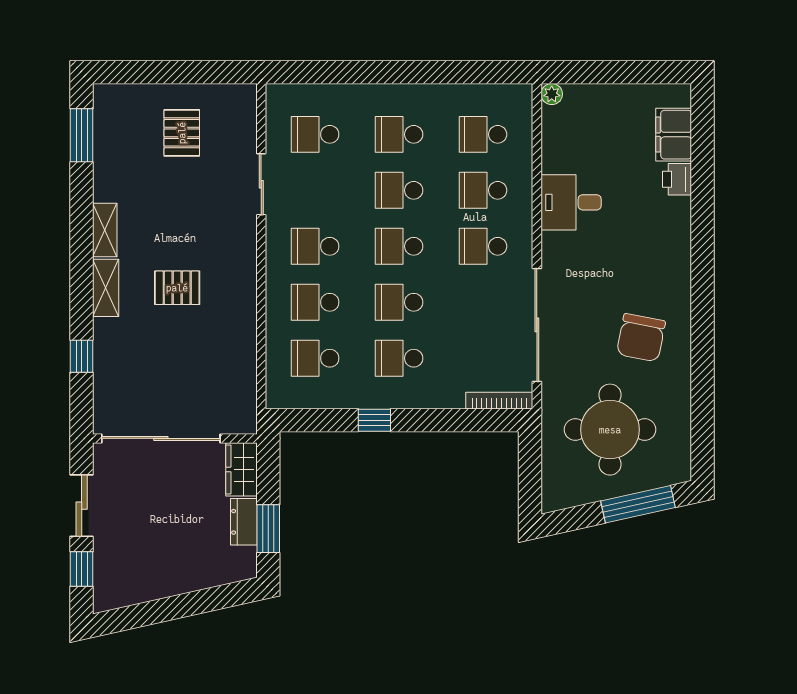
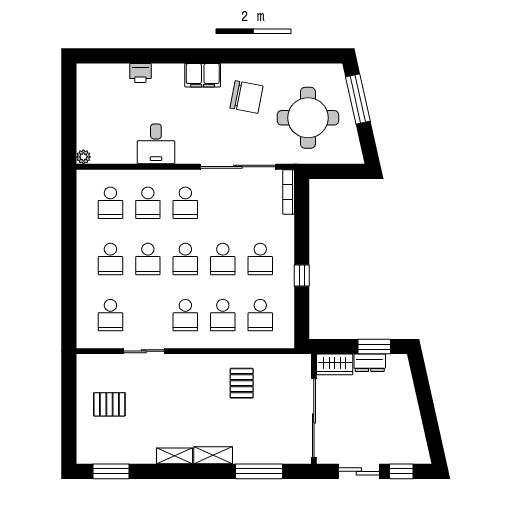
filing cabinet: (674, 135) -> (203, 75), moved
pallet: (177, 288) -> (242, 383), moved
window: (82, 356) -> (259, 471), width x2.17

